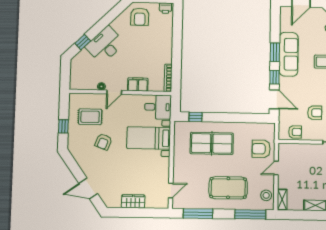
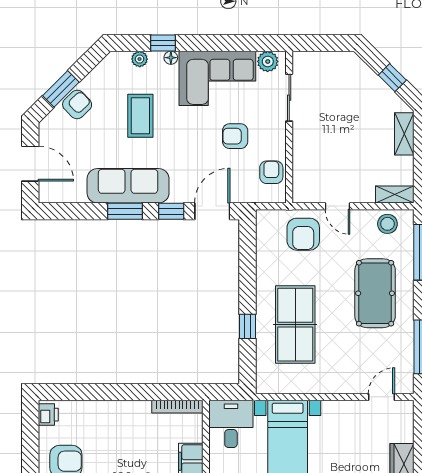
armchair: (315, 113) -> (235, 136), turned -90
window: (196, 117) -> (247, 326), moved
door: (171, 190) -> (381, 397), hinge flipped

